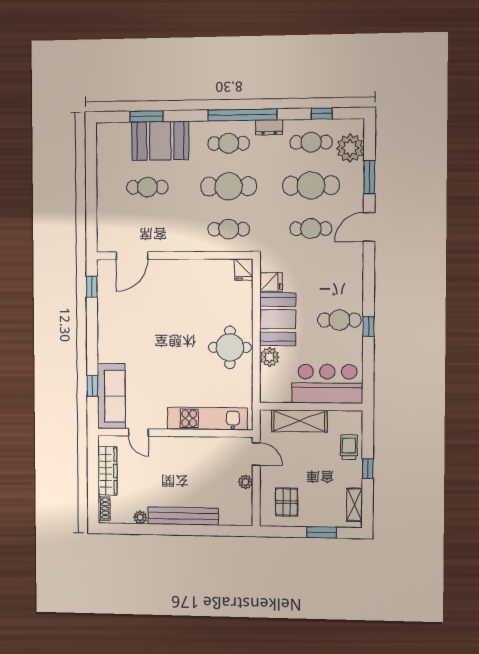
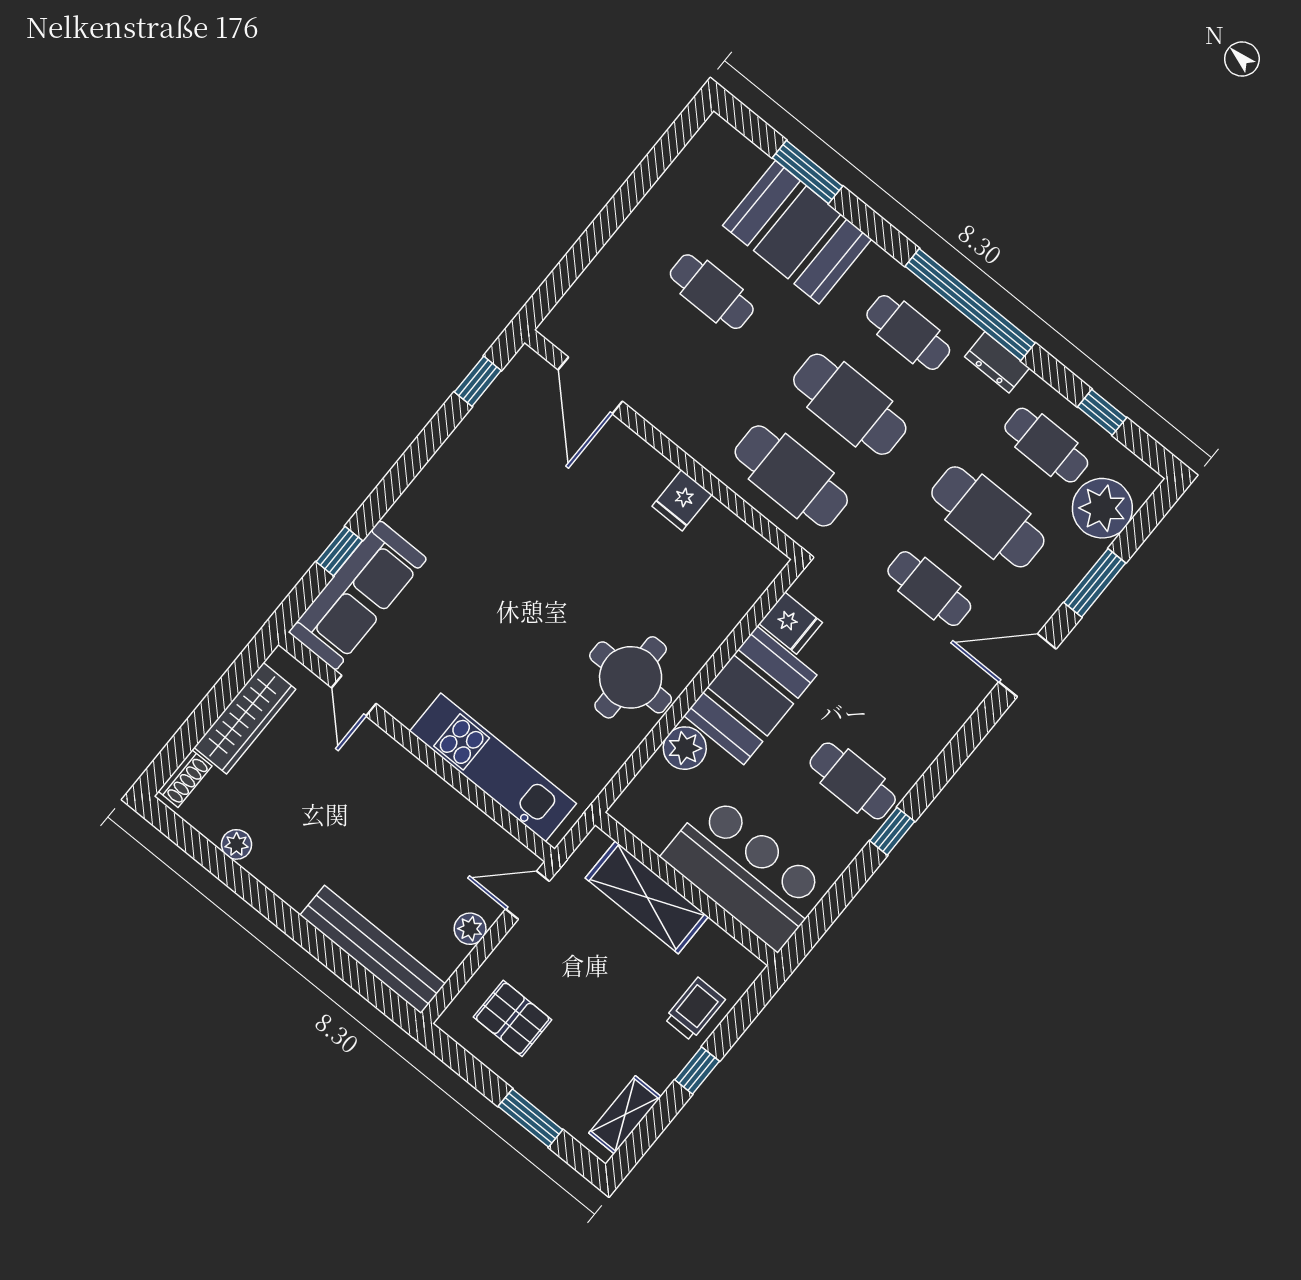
cafe table: (229, 229) -> (791, 476), width x1.37, depth x1.35
door: (132, 256) -> (590, 386), hinge flipped
fridge: (244, 270) -> (682, 500), moved
door: (256, 454) -> (528, 895), swing flipped
pallet: (286, 502) -> (513, 1018), turned 90
bench: (183, 516) -> (373, 950), moved

